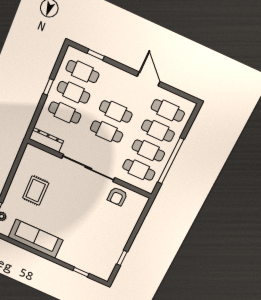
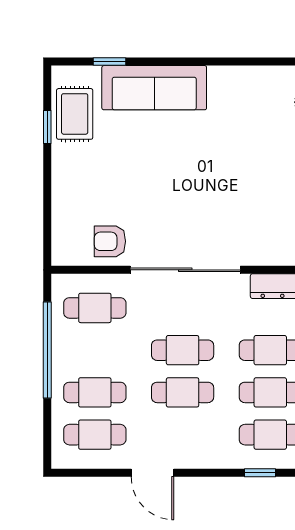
cafe table: (148, 151) -> (95, 350), removed
rug: (36, 191) -> (75, 114), moved
armchair: (117, 196) -> (110, 241), turned -90
sofa: (36, 239) -> (154, 88), moved

